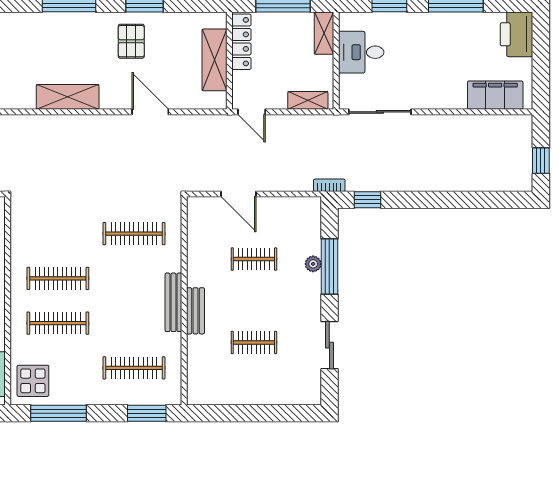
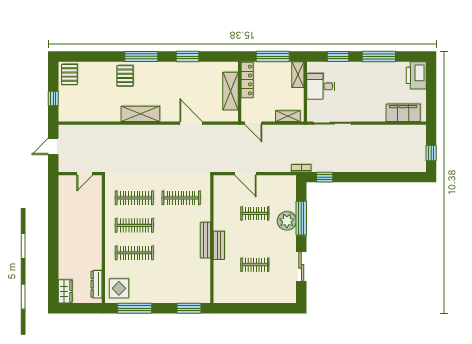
pallet: (131, 41) -> (125, 76), moved
plant: (313, 264) -> (287, 221), width x1.87, depth x1.87
clothes rail: (134, 368) -> (134, 198), moved

